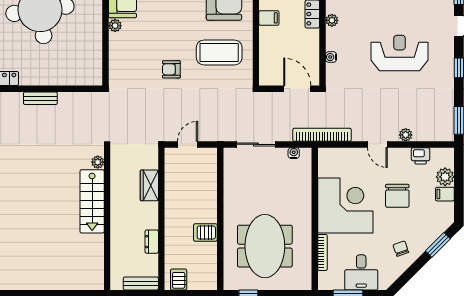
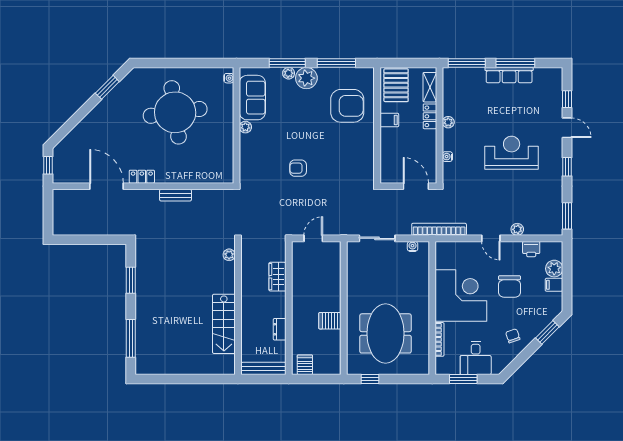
coffee table: (219, 53) -> (343, 152), removed
stairs: (92, 201) -> (224, 324), moved
bench: (141, 283) -> (264, 368), width x1.36

